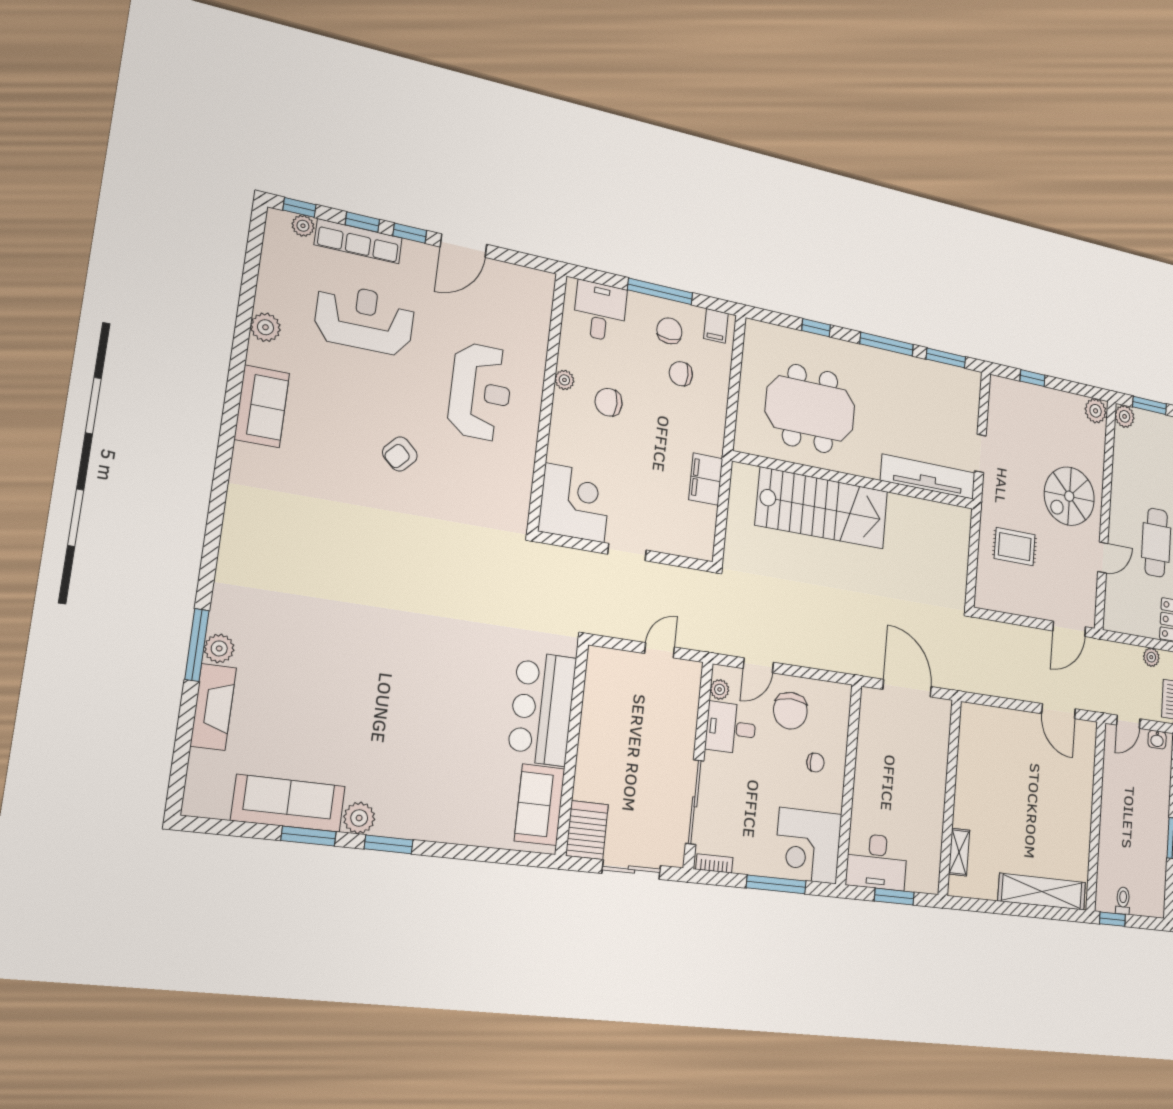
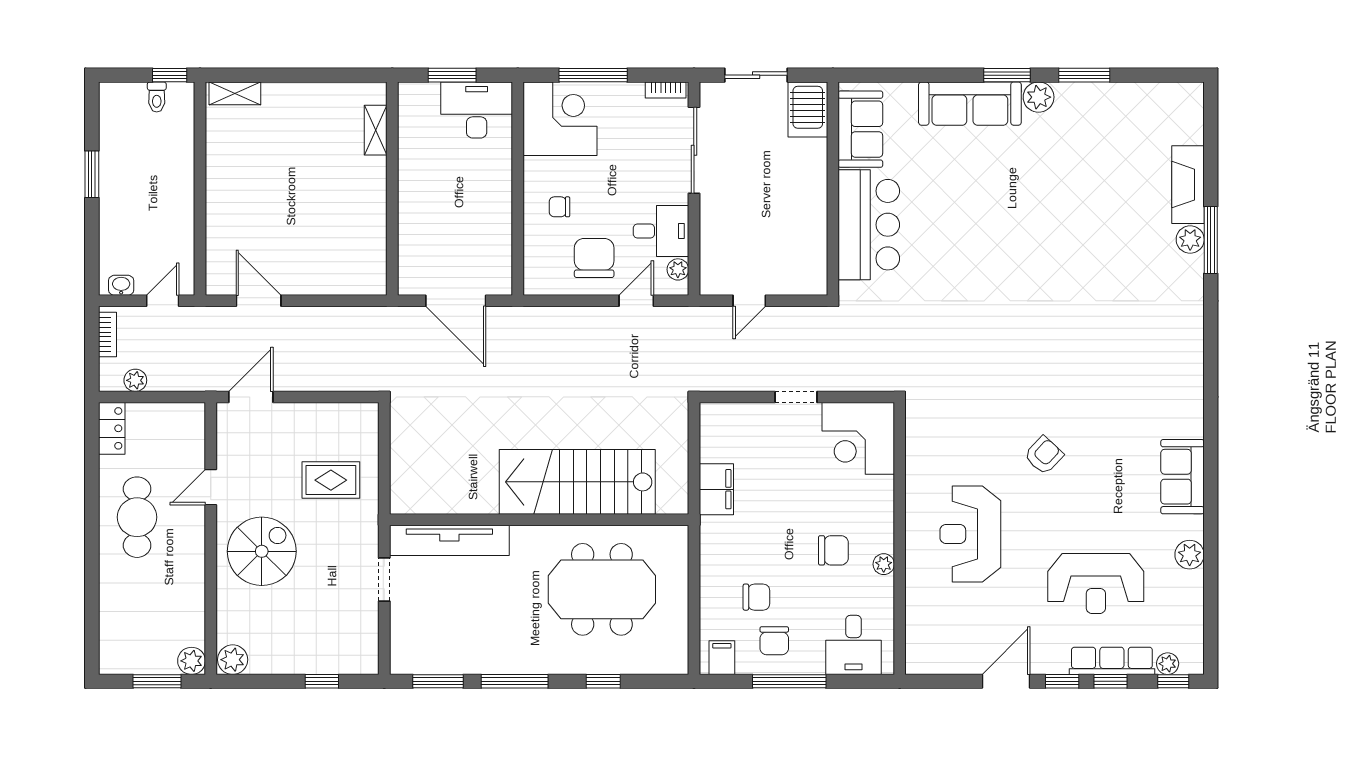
sofa: (288, 803) -> (970, 104), moved
shelving: (1042, 892) -> (235, 93), width x0.45, depth x0.75

